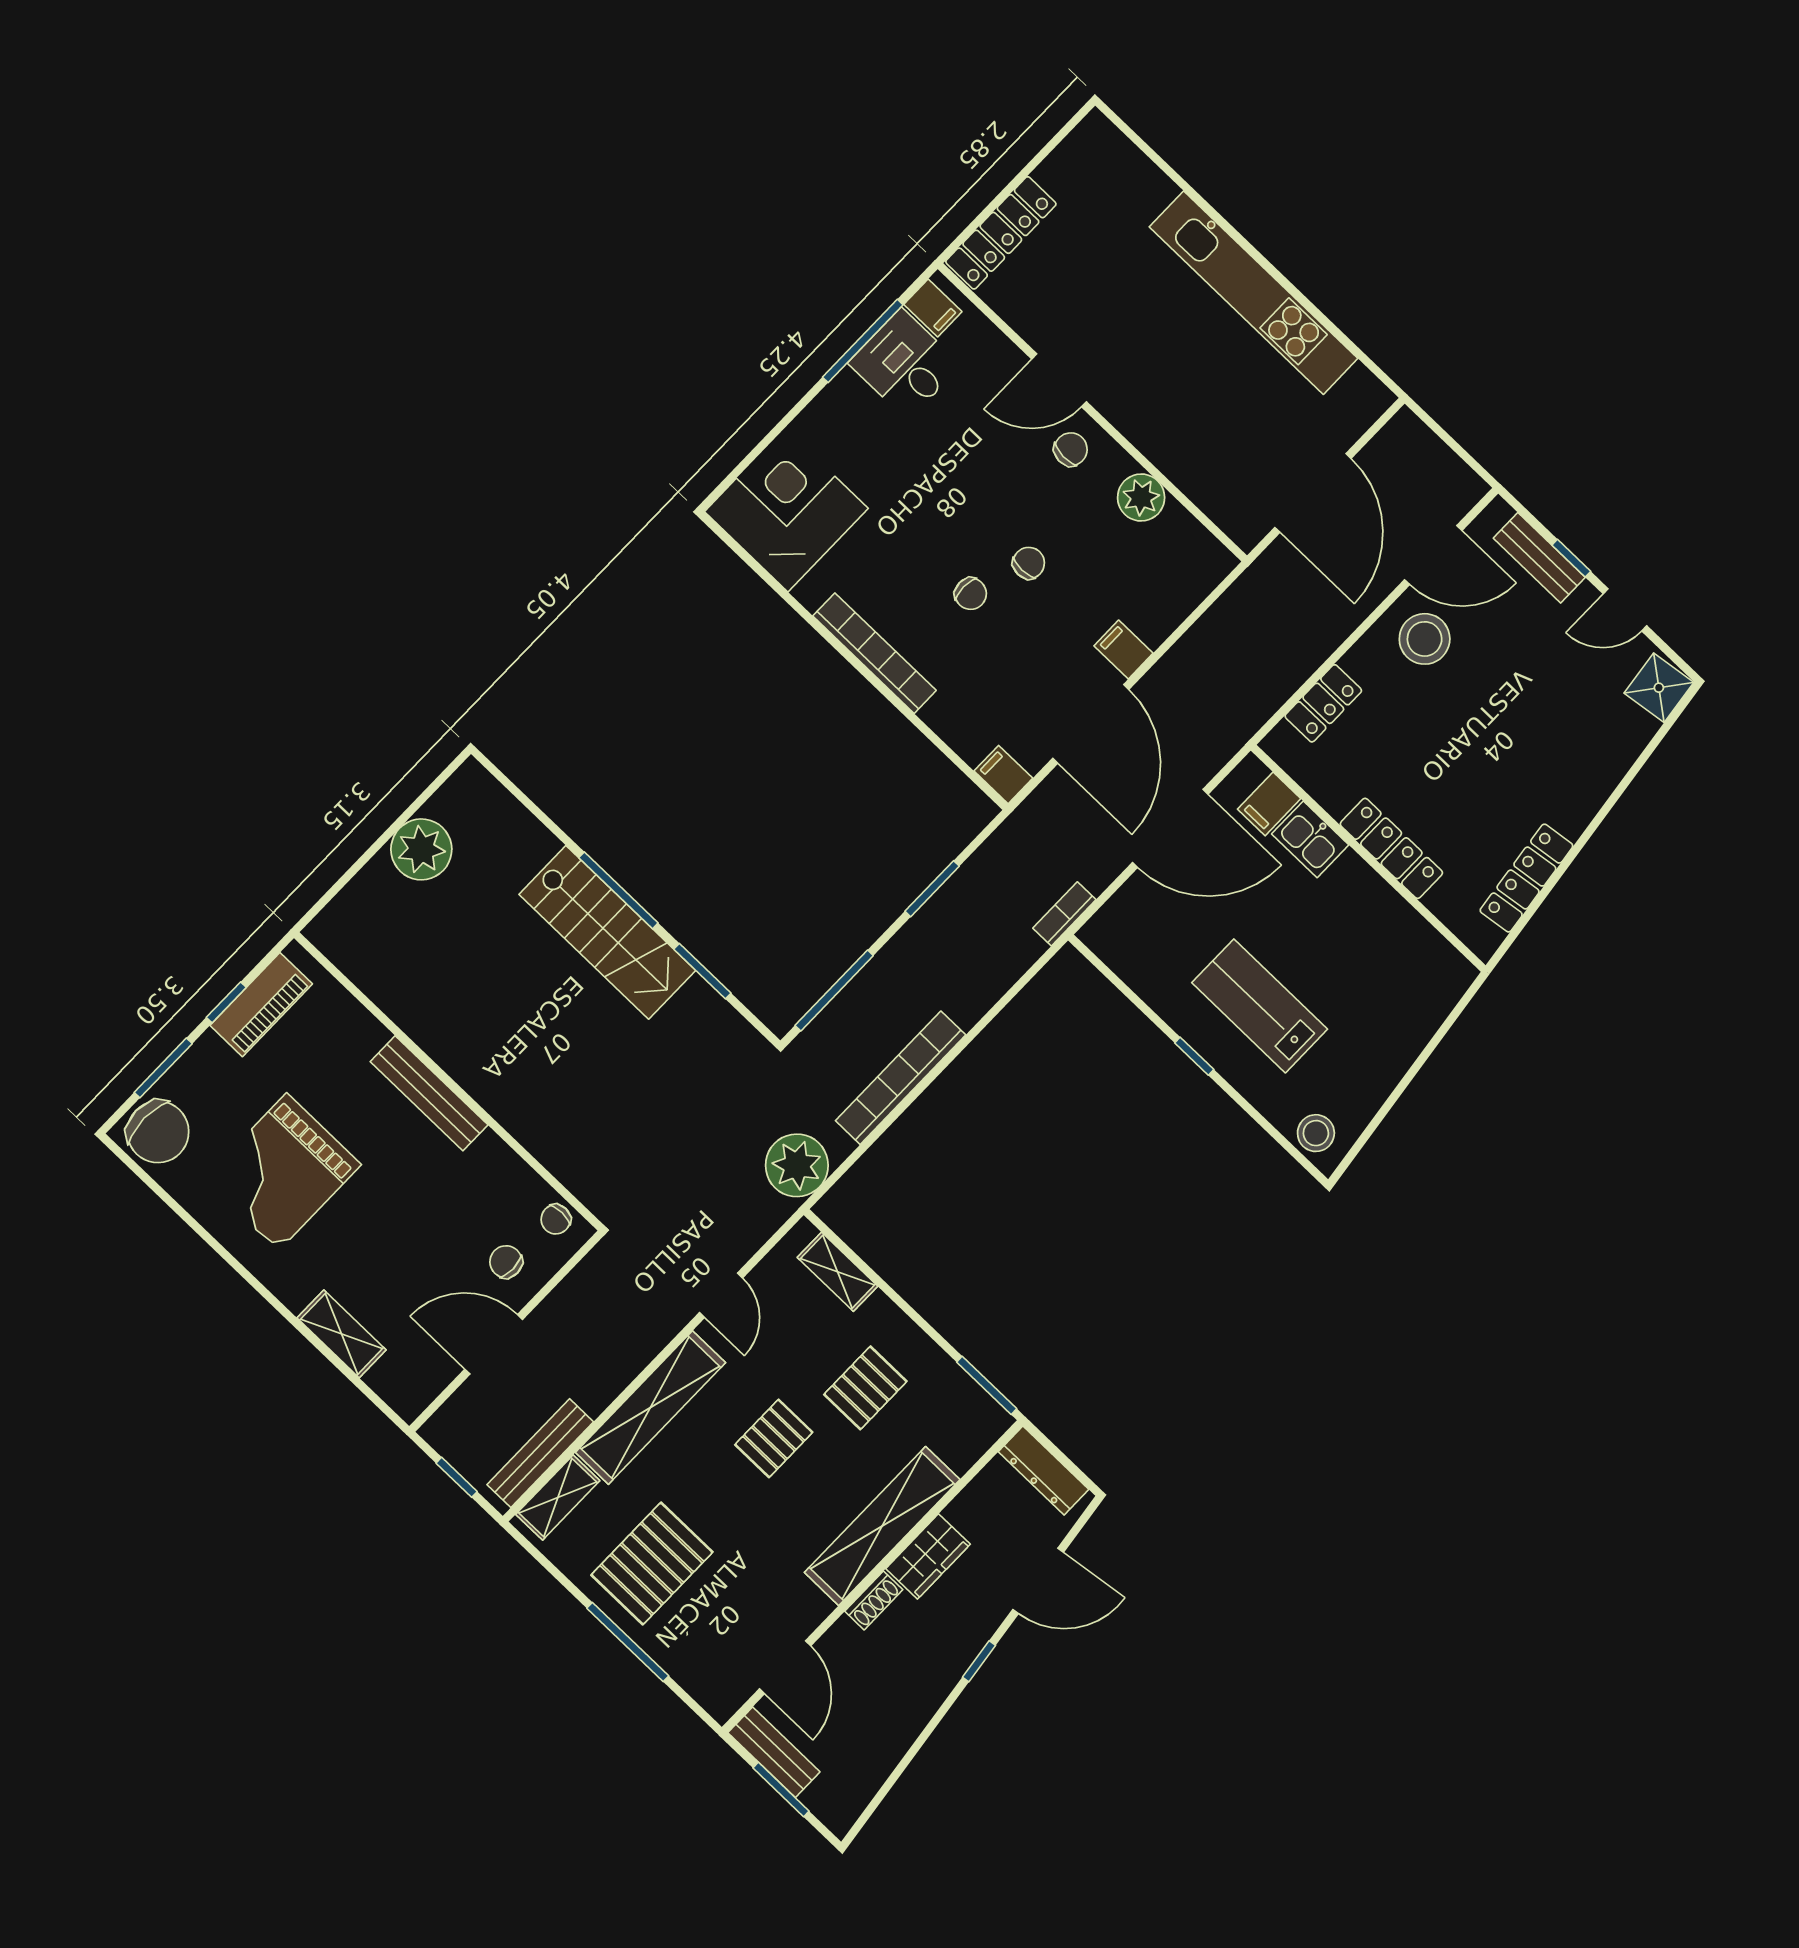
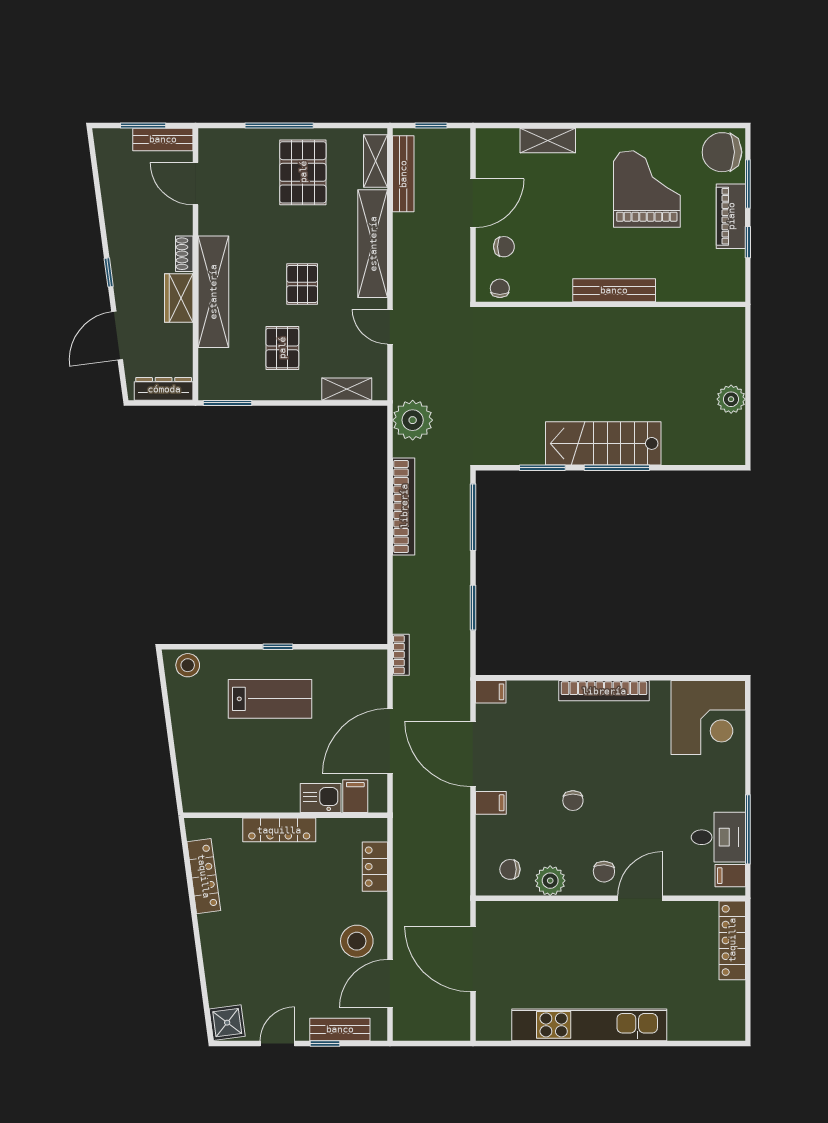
chair: (971, 594) -> (510, 869), moved
plant: (421, 849) -> (731, 399), width x0.73, depth x0.73
piano: (261, 1005) -> (731, 216), moved

